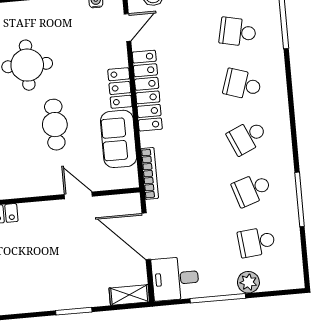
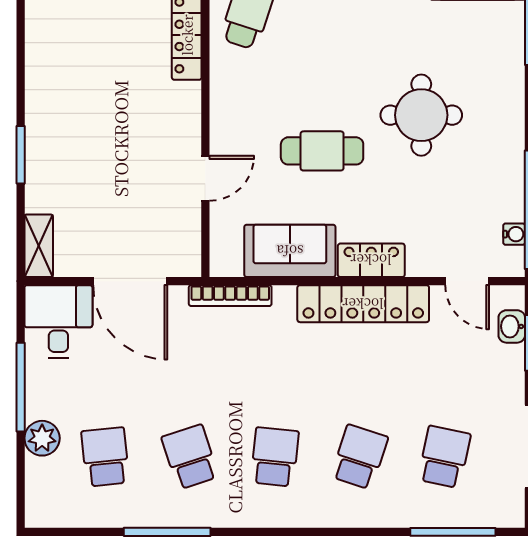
school desk: (247, 137) -> (275, 457), turned 30
door: (146, 236) -> (130, 281), swing flipped

